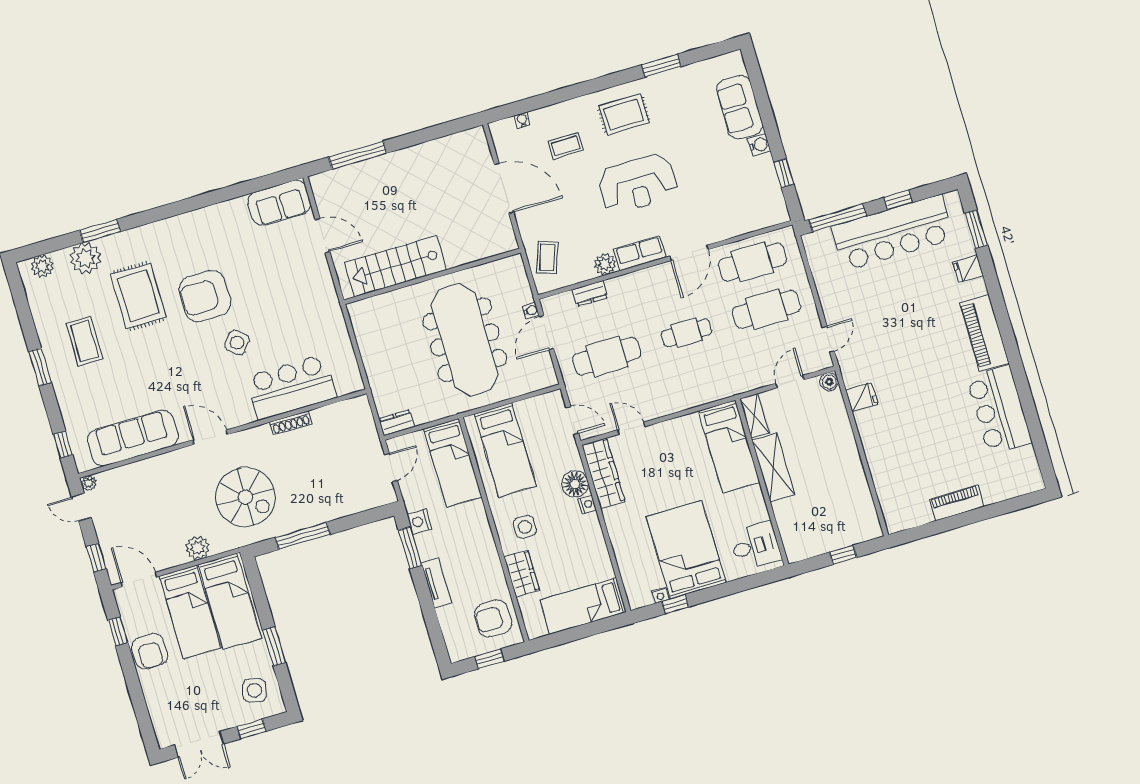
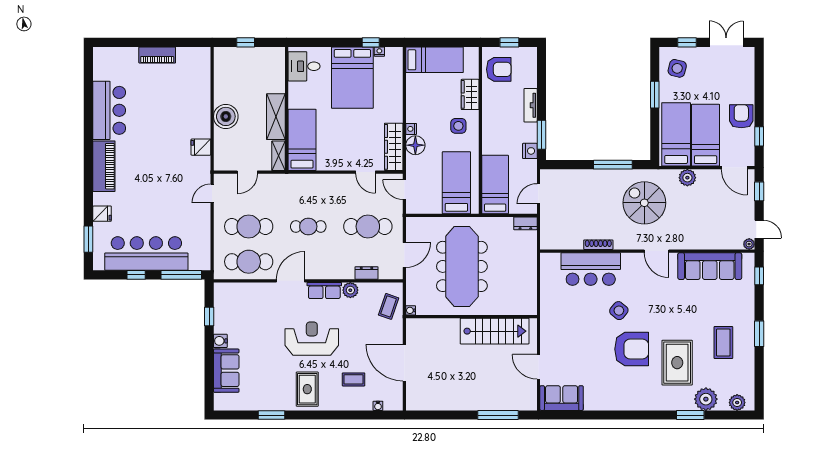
rug: (624, 114) -> (307, 389), turned 90
water cooler: (531, 311) -> (411, 310), moved
boiler: (829, 382) -> (226, 116), moved, width x1.86, depth x1.86

